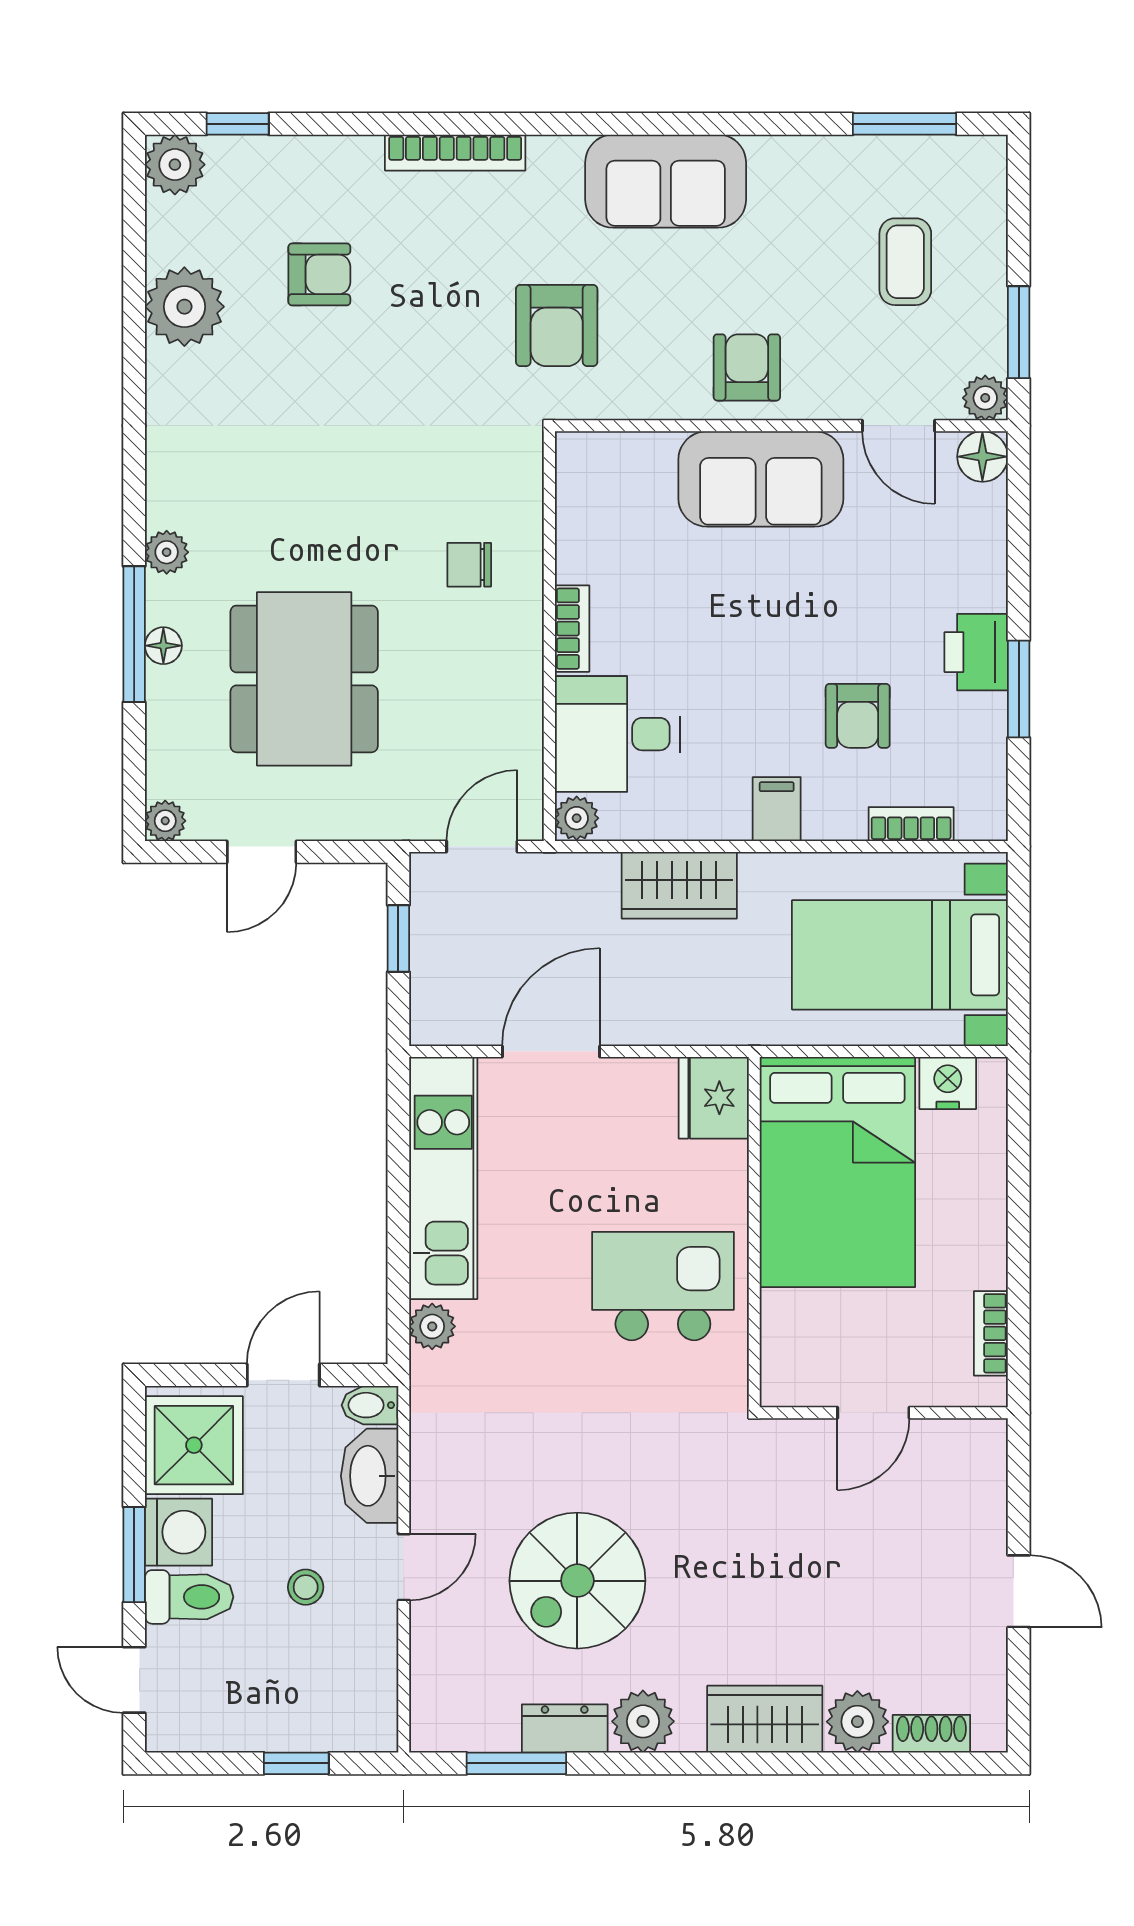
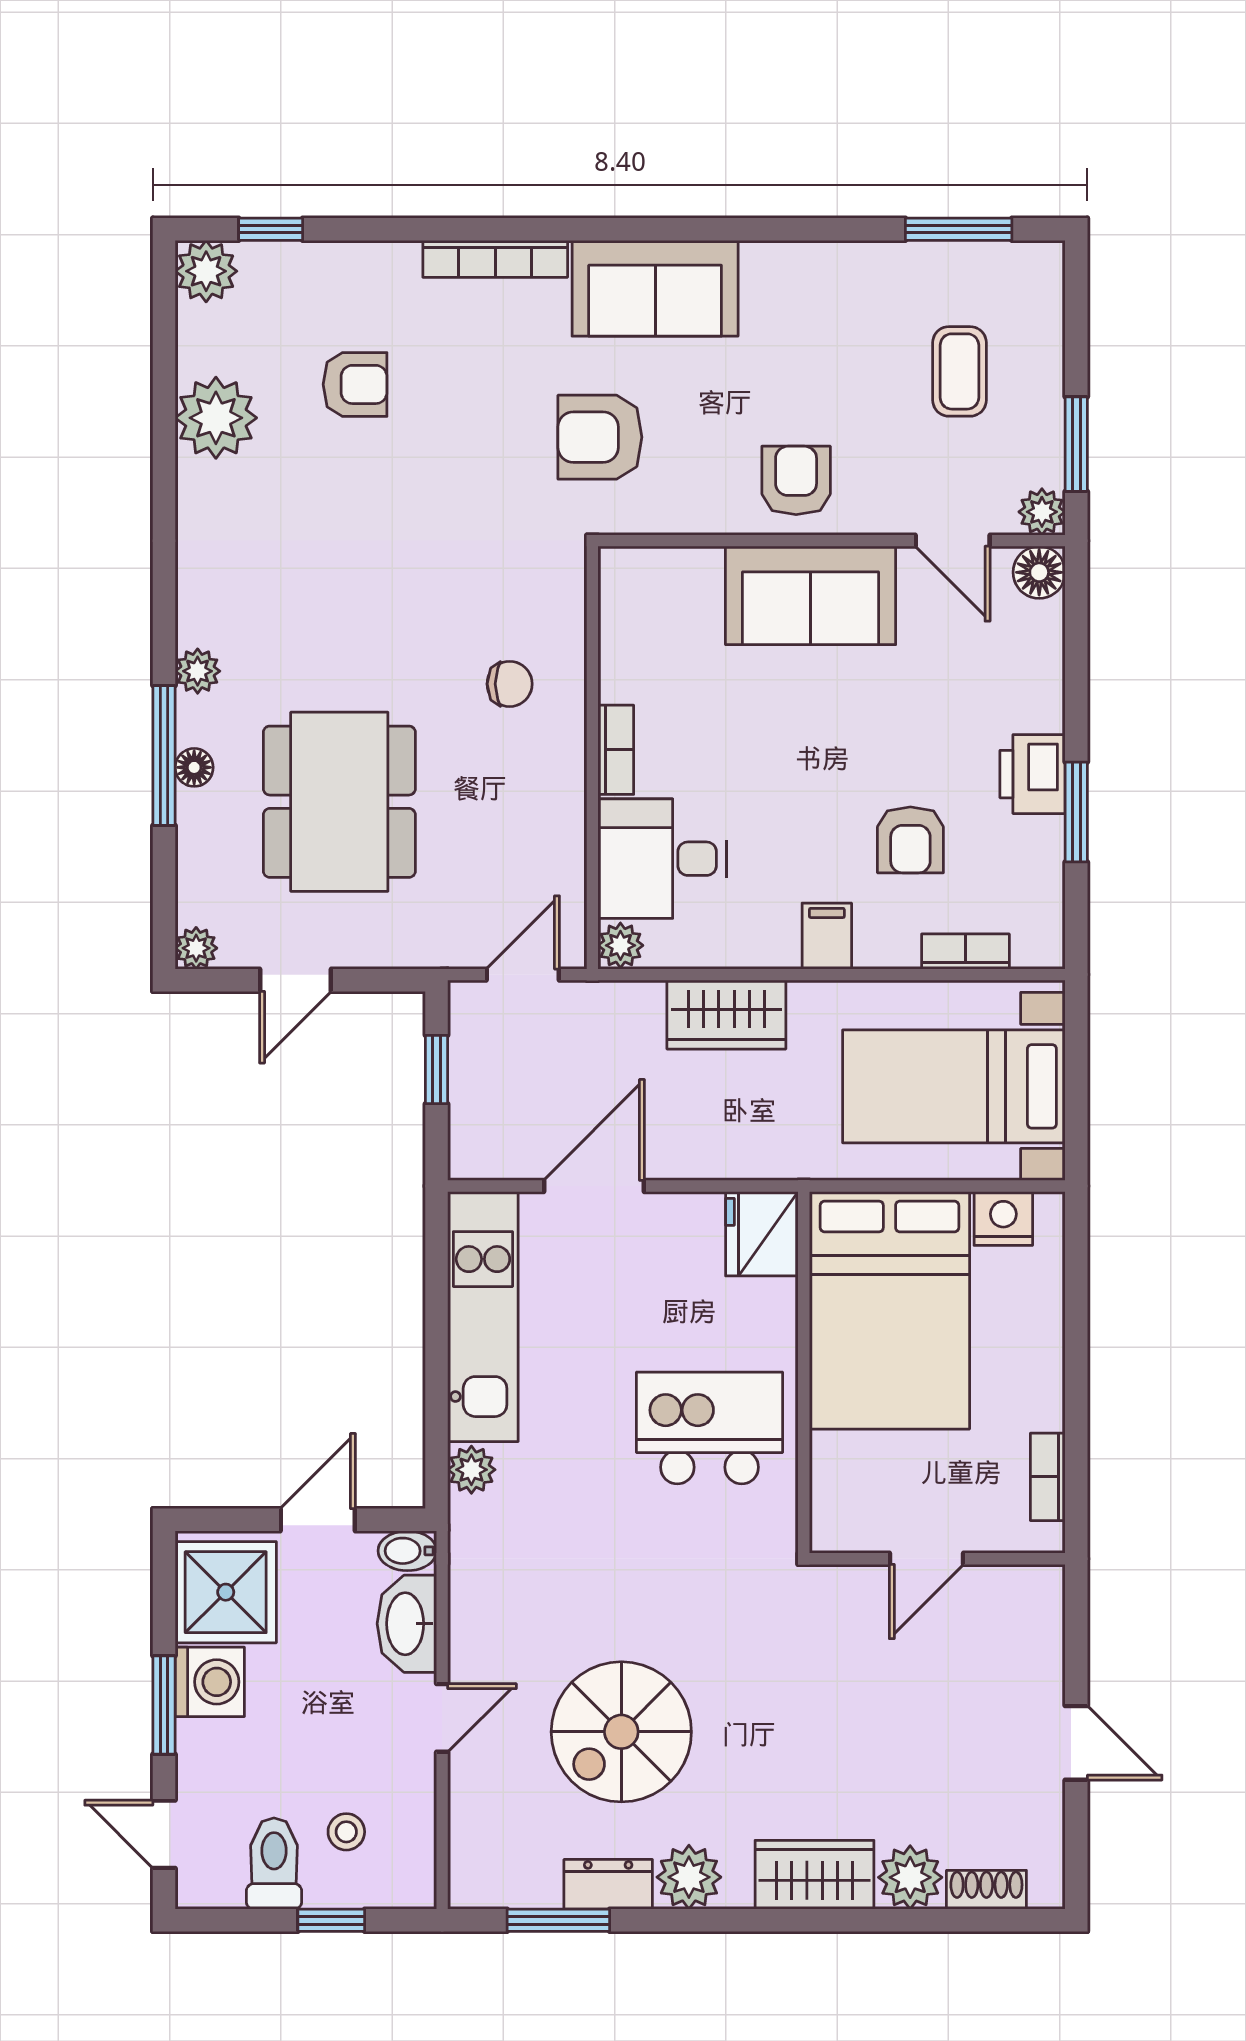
sofa: (666, 181) -> (655, 288), moved
armchair: (557, 325) -> (600, 437), turned 90
chair: (469, 565) -> (510, 684), turned 180
stool: (306, 1587) -> (346, 1832), moved
toilet: (189, 1597) -> (274, 1864), moved, turned -90

